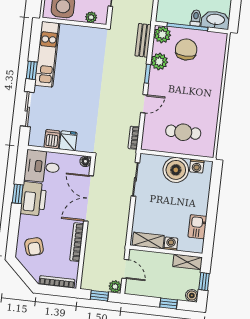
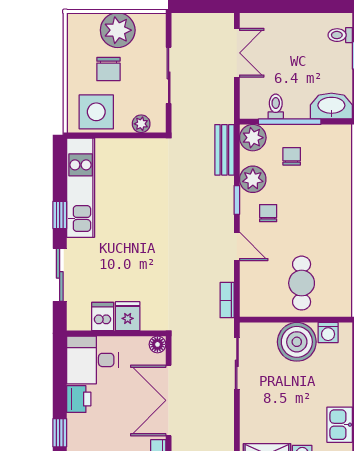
toilet: (196, 18) -> (276, 107), moved
chair: (186, 49) -> (292, 156), width x0.54, depth x0.54
chair: (167, 84) -> (268, 213), added
door: (144, 104) -> (237, 246), hinge flipped
cafe table: (183, 132) -> (302, 283), turned 90
window: (18, 194) -> (60, 433), moved
printer: (33, 199) -> (79, 399), width x0.53, depth x0.68

